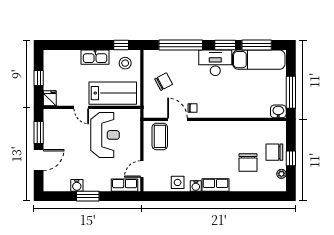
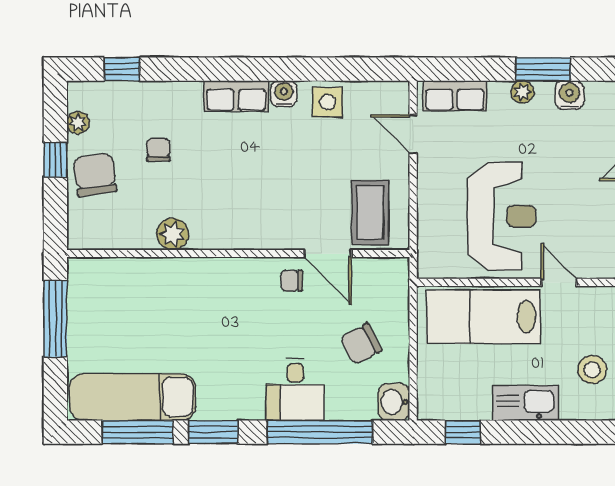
stool: (125, 63) -> (592, 370), moved
desk: (215, 63) -> (295, 390), moved, width x0.73
washbasin: (278, 111) -> (394, 402), moved, turned 90
plant: (242, 127) -> (173, 234), added
reception desk: (105, 135) -> (502, 216), turned 180
chair: (274, 152) -> (95, 175), turned -98
chair: (248, 163) -> (158, 150), width x0.54, depth x0.54
door: (142, 169) -> (413, 134), swing flipped
plant: (96, 187) -> (522, 92), added
window: (263, 196) -> (122, 69), added

